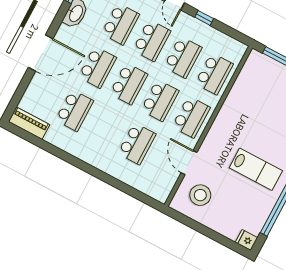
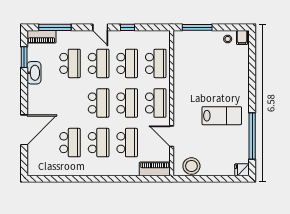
door: (41, 53) -> (24, 130), moved
school desk: (97, 67) -> (99, 143), moved
piano: (29, 123) -> (155, 169), moved
stool: (200, 195) -> (191, 166), moved

